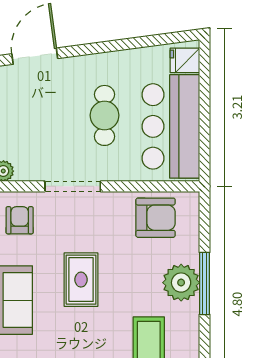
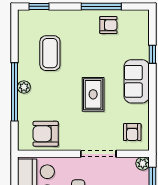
plant: (181, 283) -> (24, 87), width x0.53, depth x0.53
window: (204, 283) -> (15, 92), width x1.46

